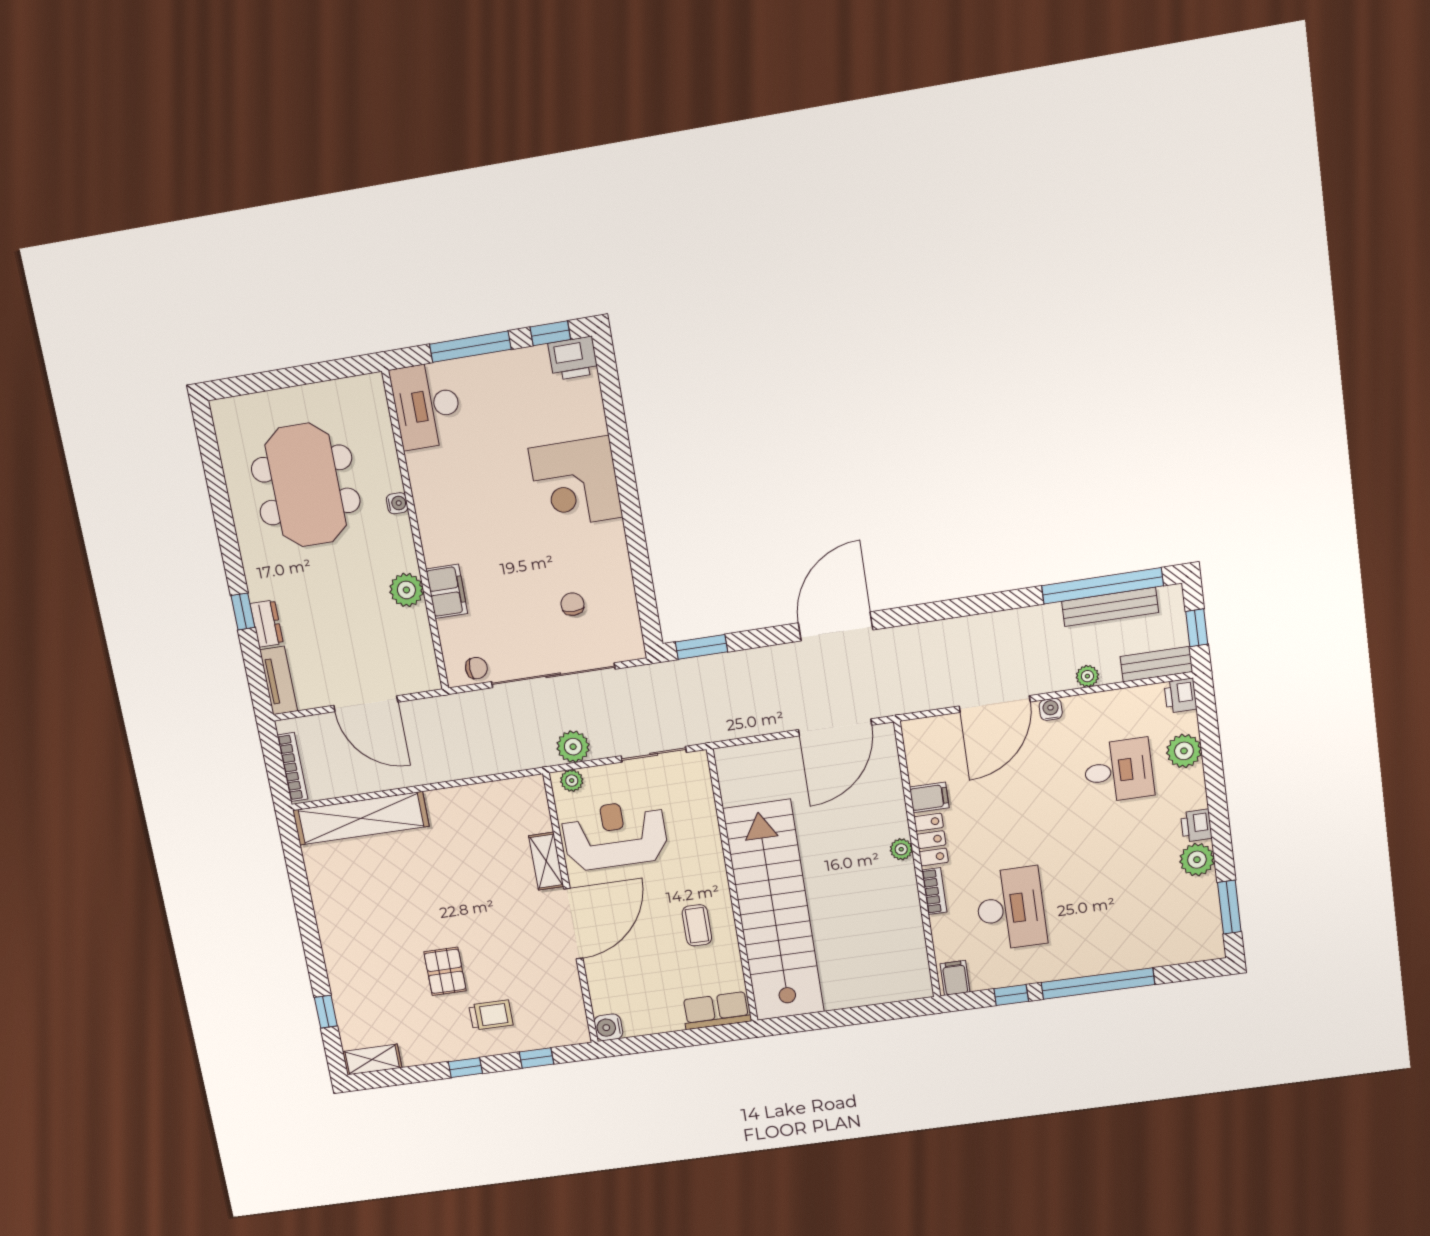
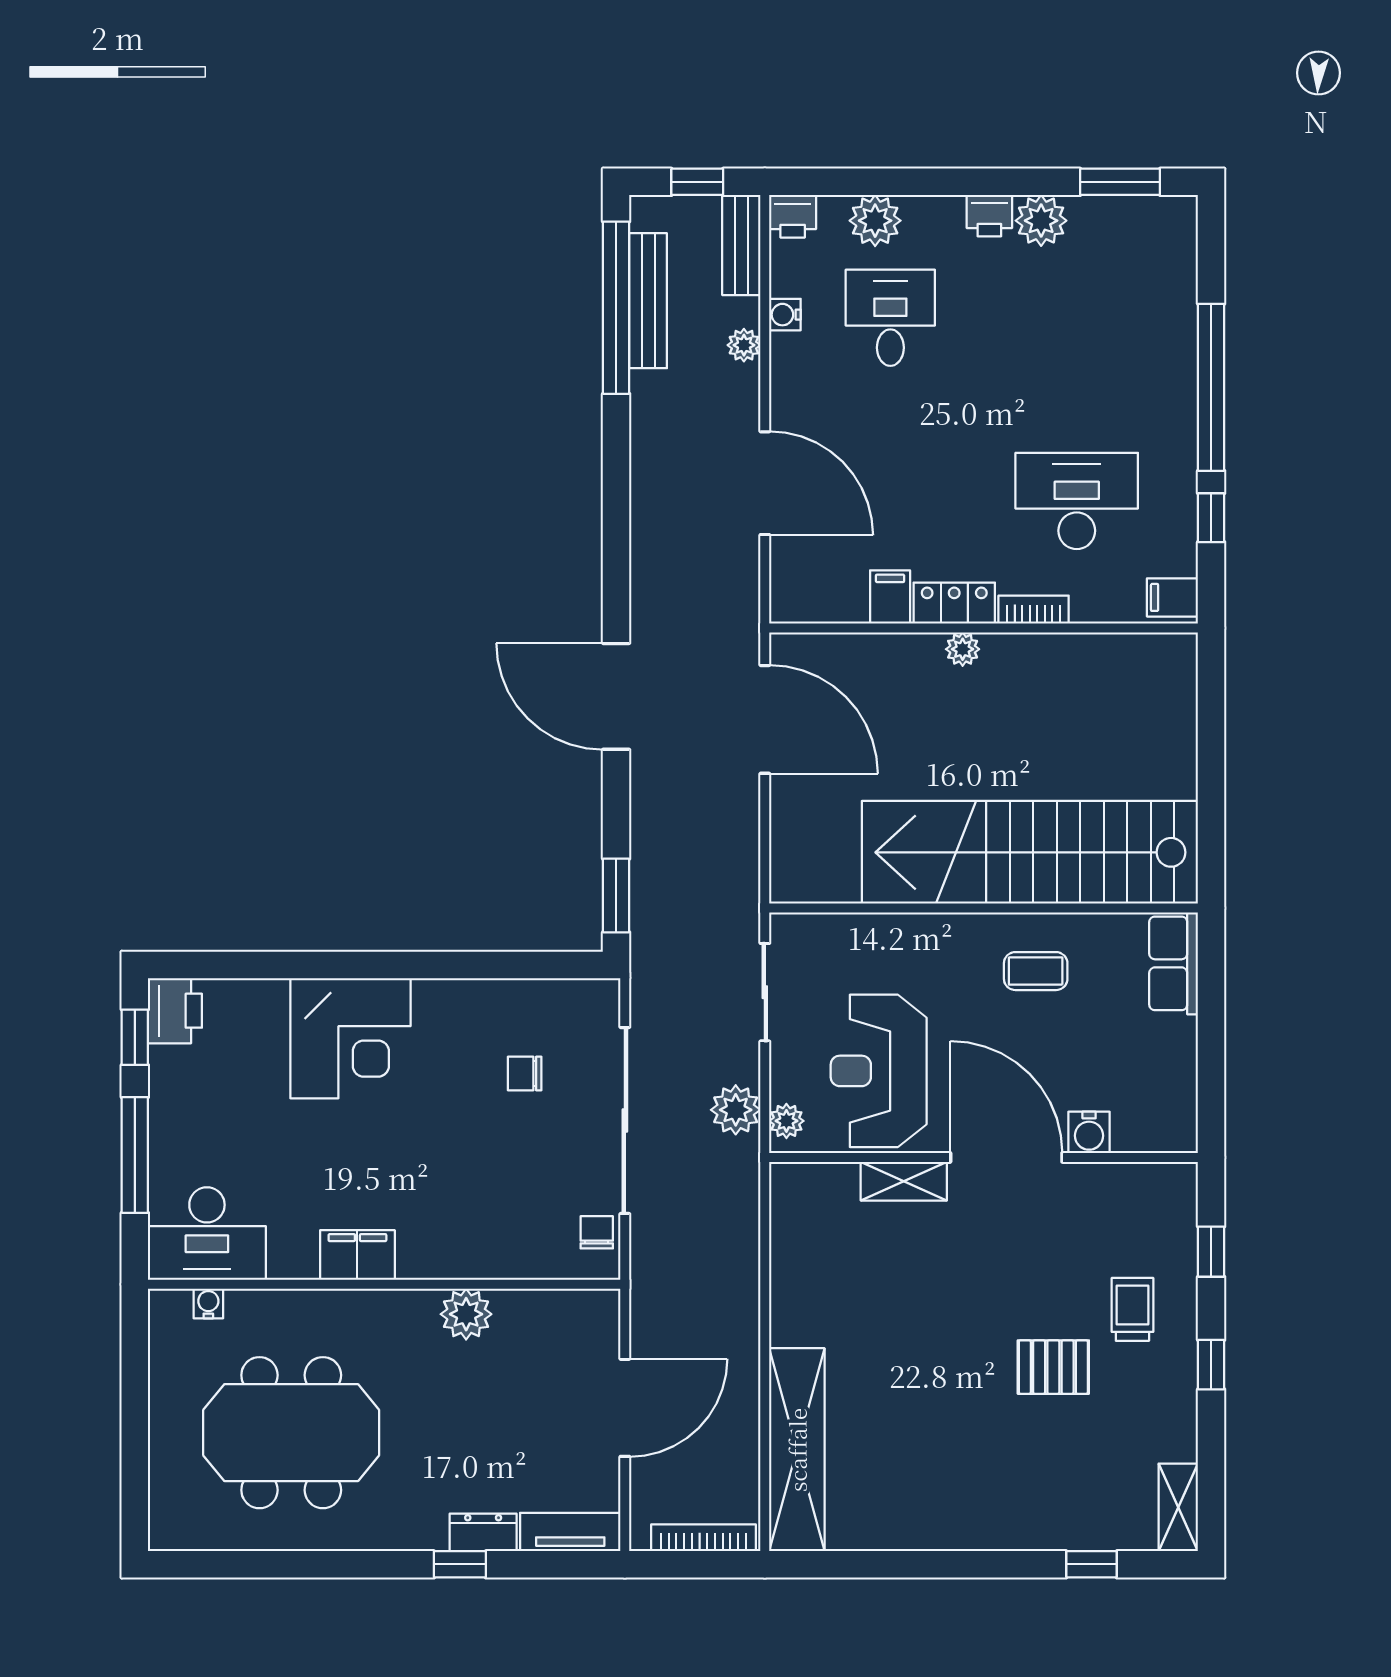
water cooler: (397, 503) -> (208, 1303), moved
filing cabinet: (447, 591) -> (357, 1255), moved
water cooler: (1051, 709) -> (785, 315), moved
water cooler: (608, 1027) -> (1089, 1132), moved

